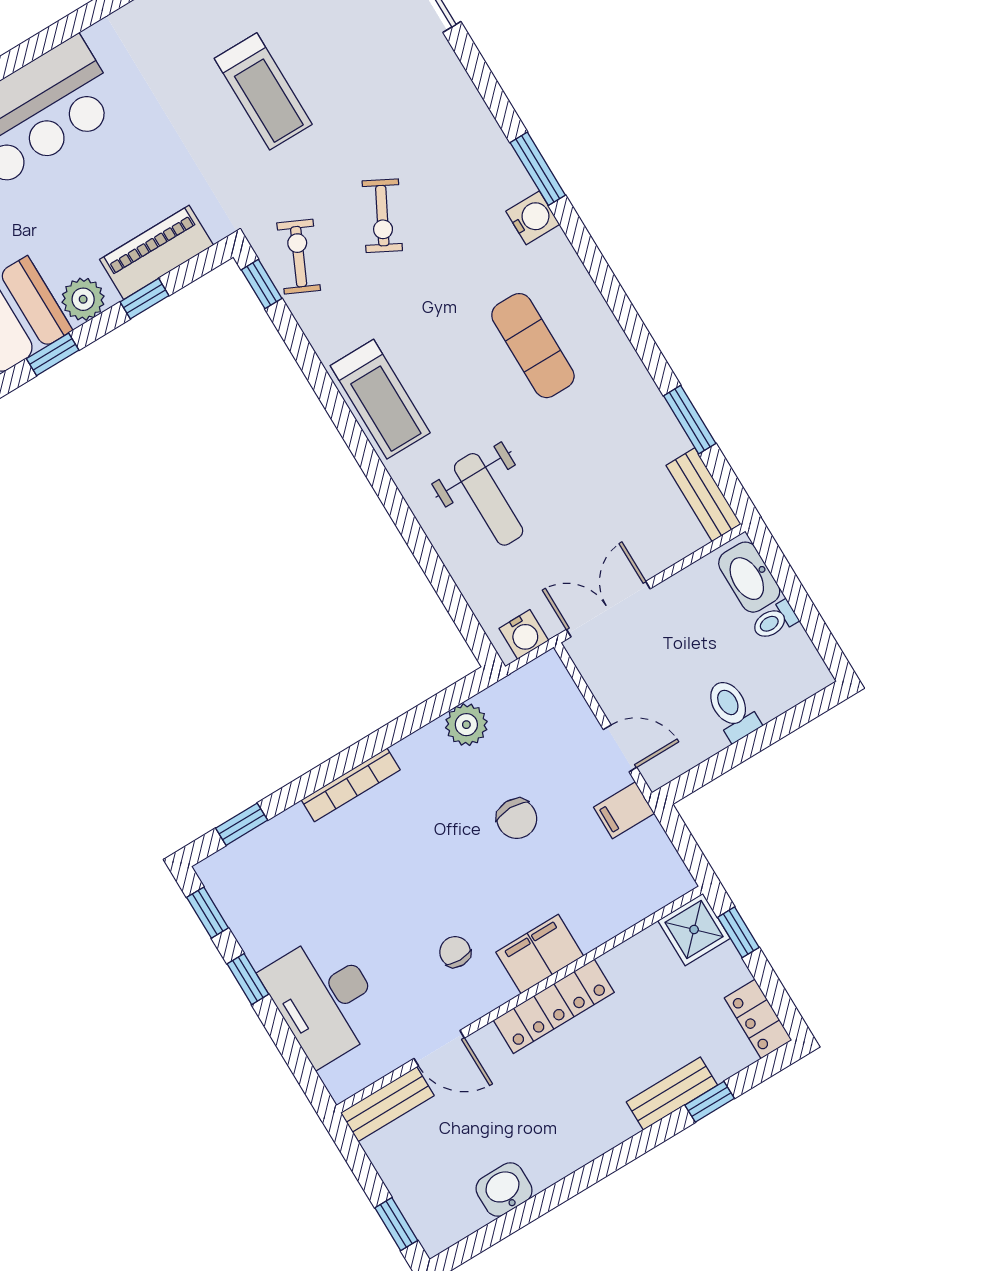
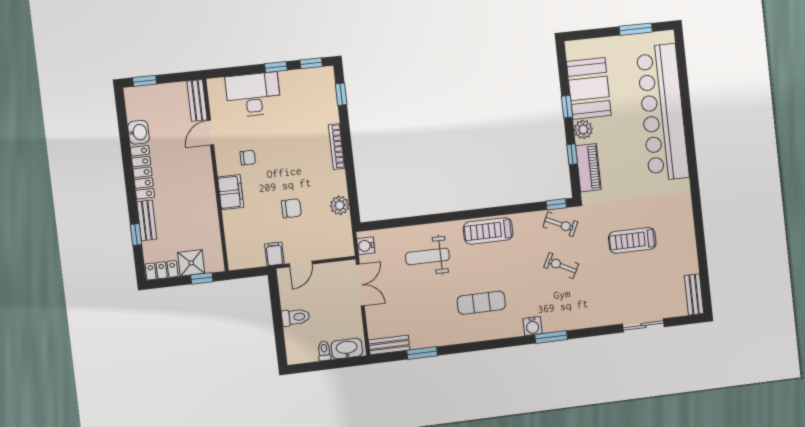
chair: (517, 819) -> (291, 208), turned 180
shower: (694, 930) -> (191, 263), moved
locker: (554, 1006) -> (142, 172), moved, turned 180

